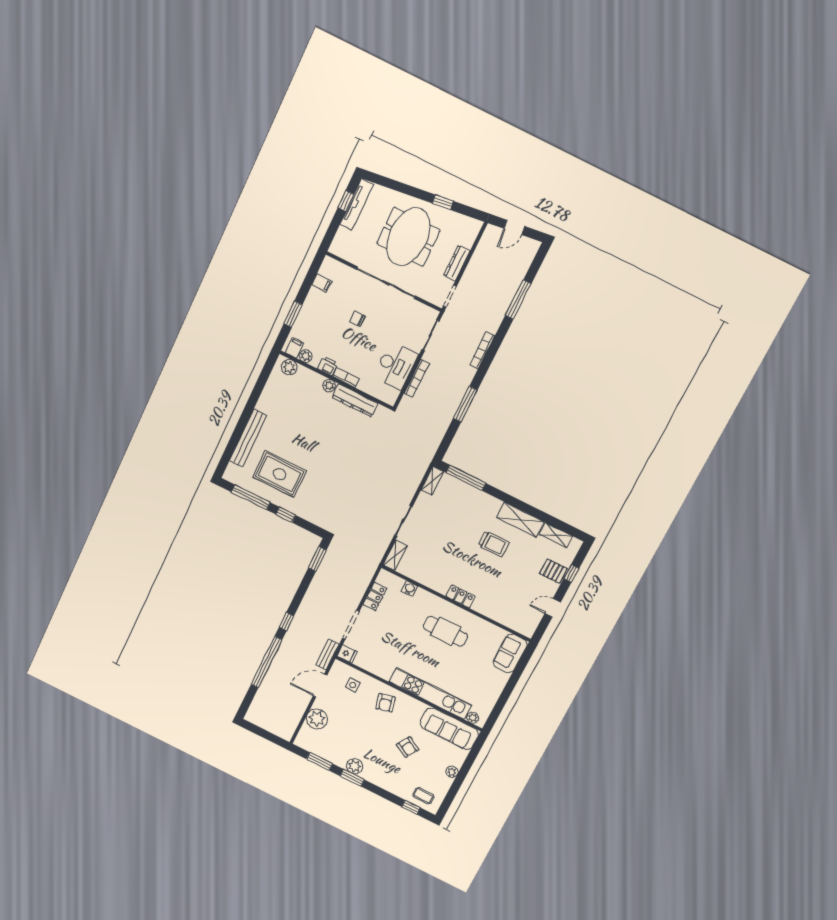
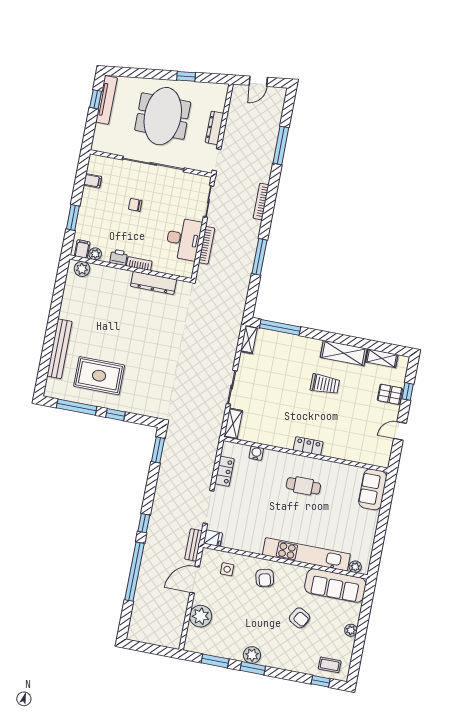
plant: (329, 386) -> (125, 276), removed
cafe table: (445, 631) -> (303, 486), width x0.73, depth x0.74

